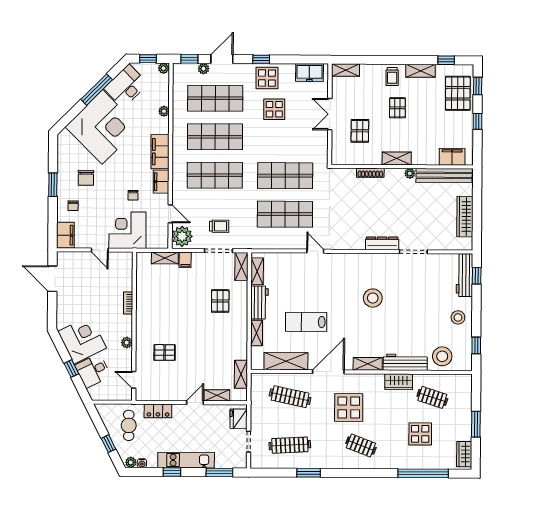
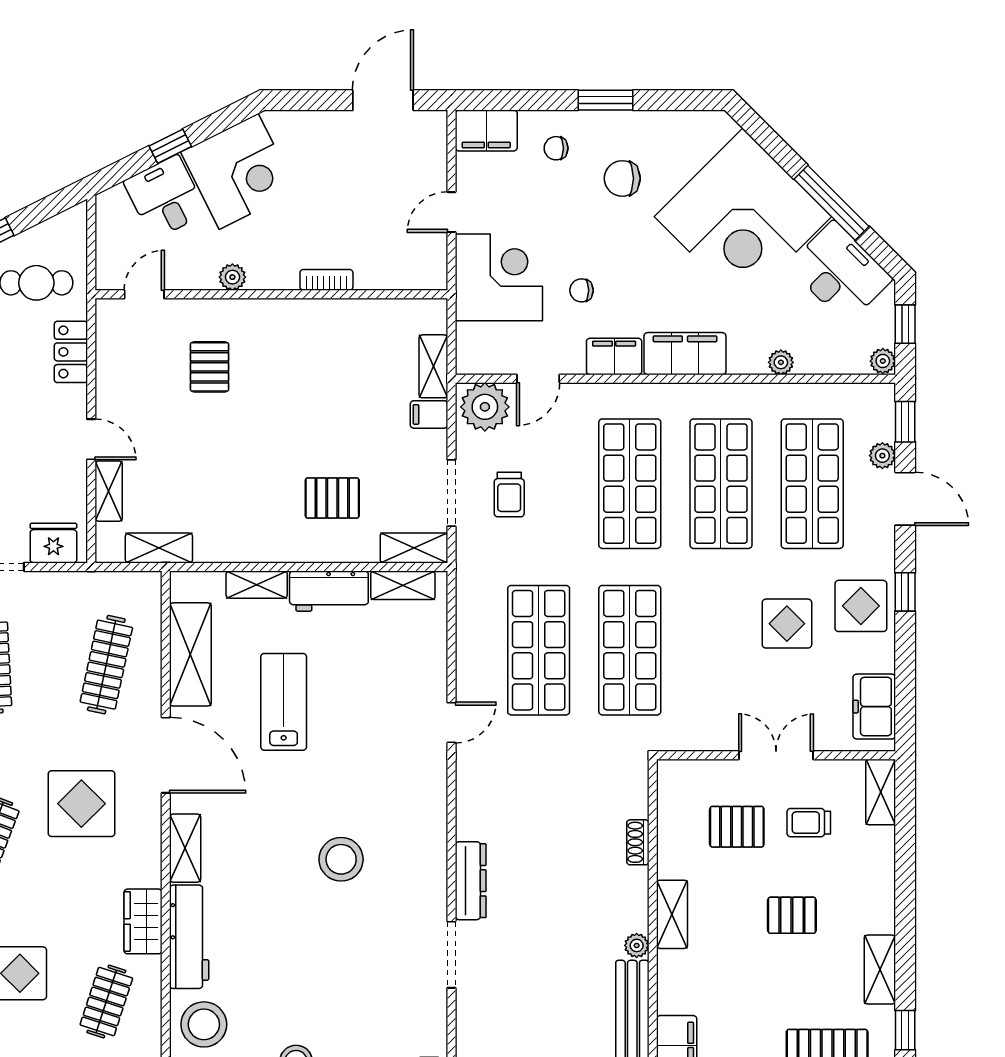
trolley: (392, 76) -> (809, 823), moved
shoe rack: (370, 173) -> (638, 842), width x0.70

